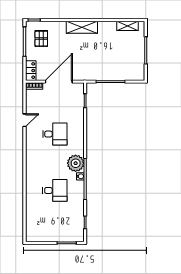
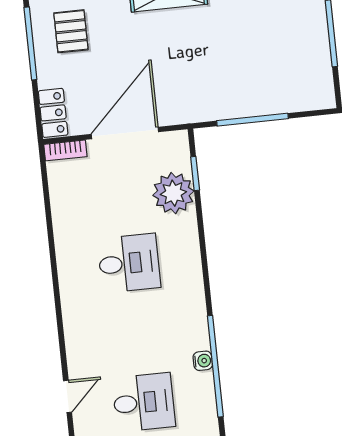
door: (25, 120) -> (68, 396), moved
plant: (76, 163) -> (173, 193), moved

